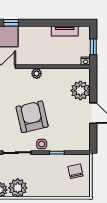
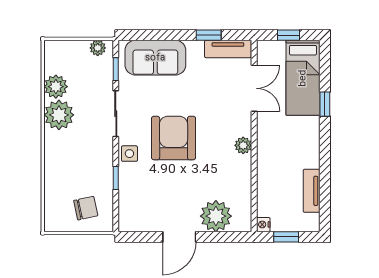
armchair: (32, 117) -> (174, 138), turned -77

